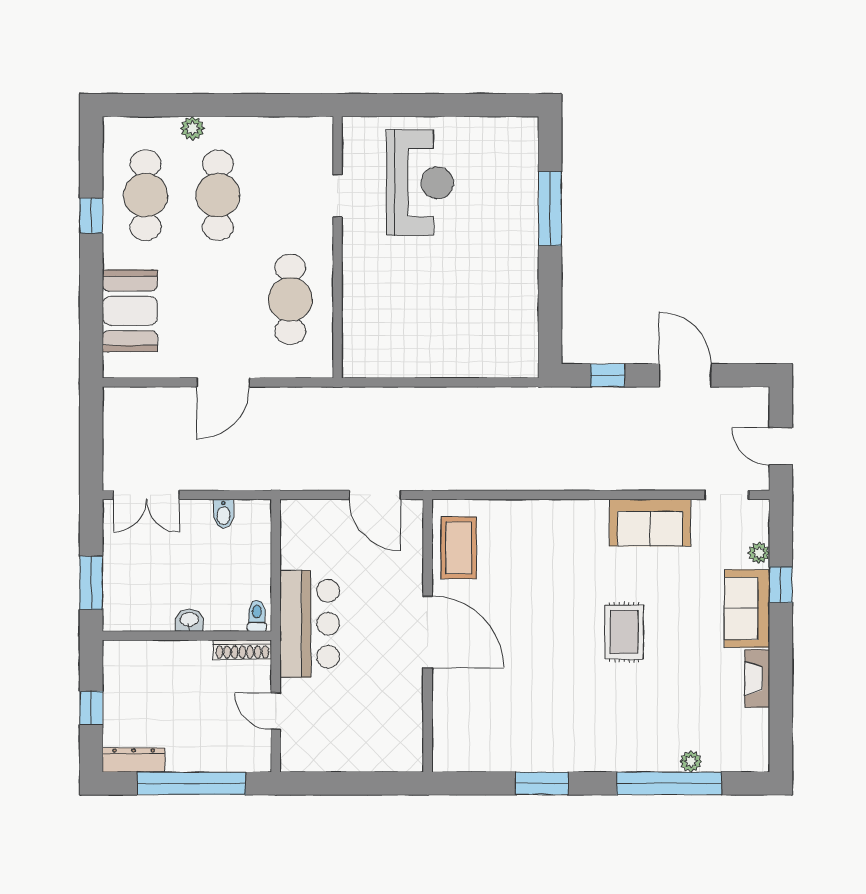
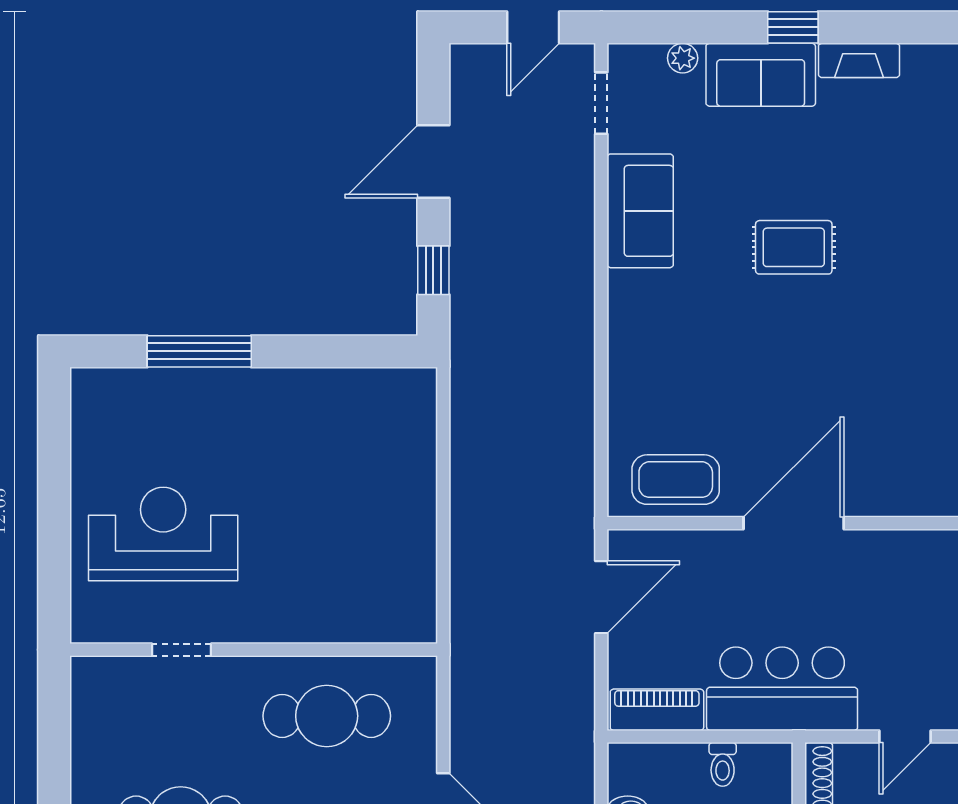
piano: (295, 535) -> (657, 710), added
window: (781, 585) -> (793, 27), moved
toilet: (257, 616) -> (723, 764), moved, turned -90

